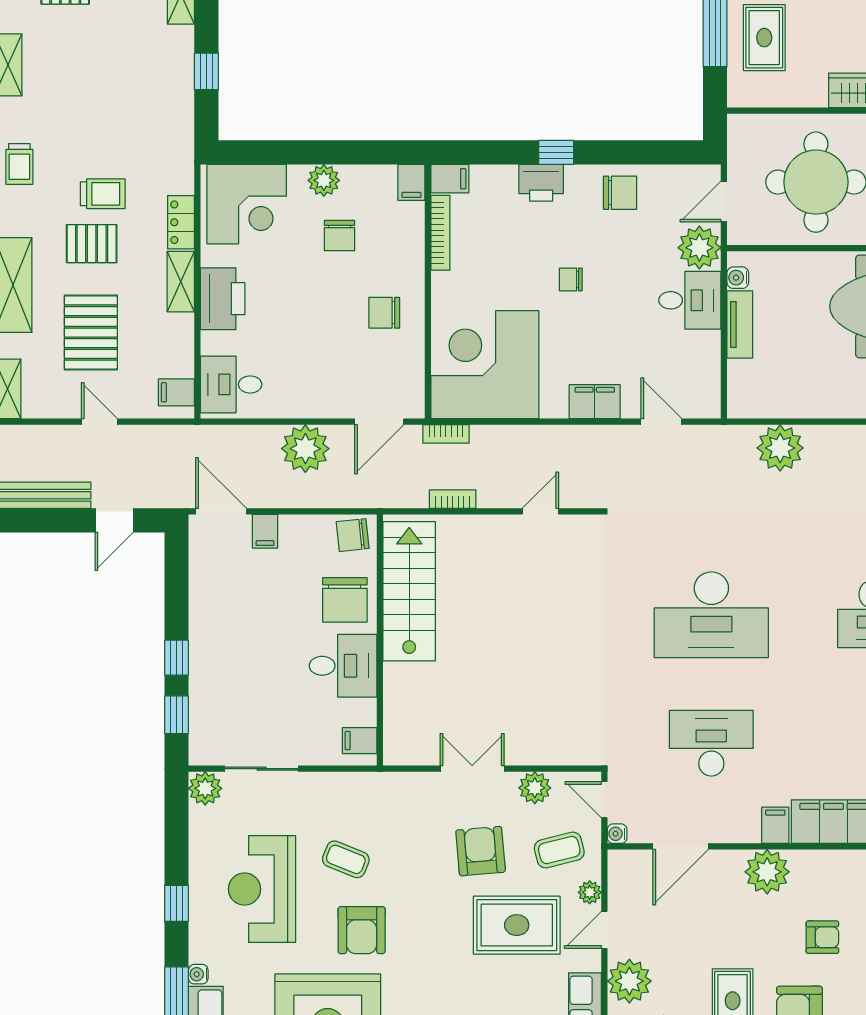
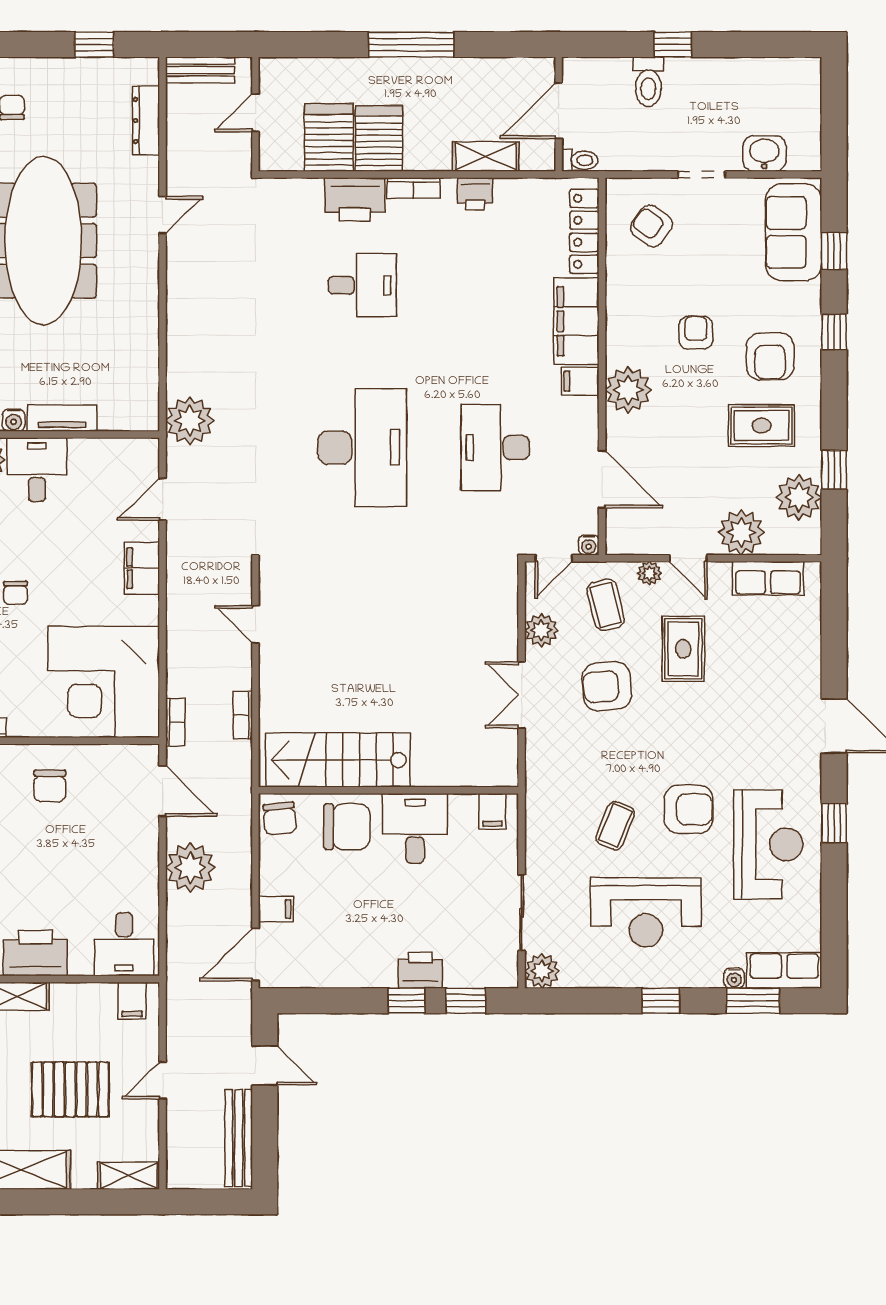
plant: (780, 448) -> (190, 421), moved
printer: (206, 671) -> (420, 970), added
rug: (517, 925) -> (683, 649), width x0.73, depth x0.70

